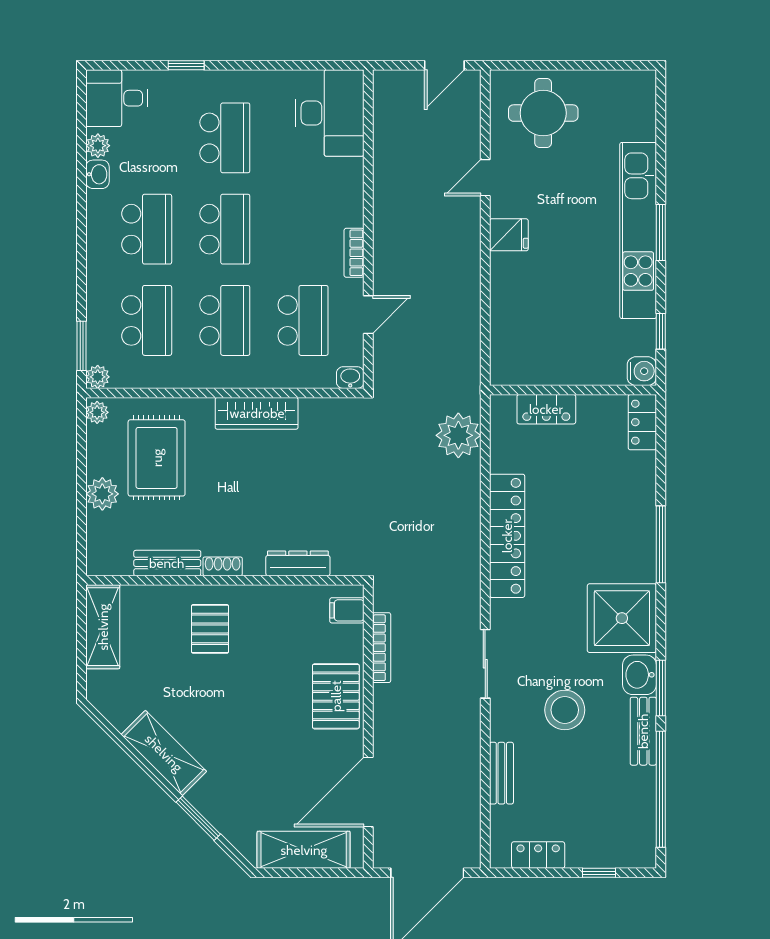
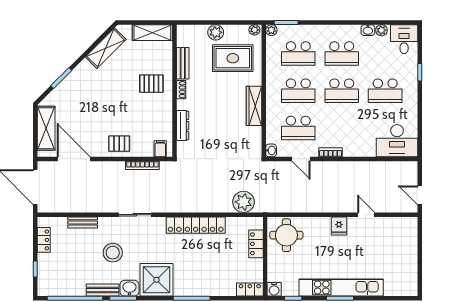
round table: (543, 113) -> (286, 235), moved
pallet: (336, 696) -> (119, 144), width x0.67, depth x0.71
shelving: (164, 753) -> (106, 48), moved

